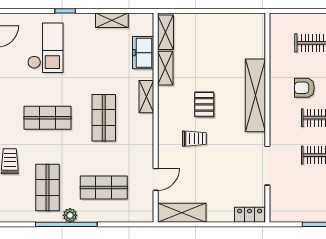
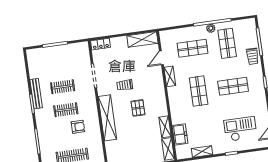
checkout: (45, 48) -> (240, 129), turned 90
shelving: (146, 97) -> (170, 76), moved
trolley: (194, 139) -> (125, 85), moved

